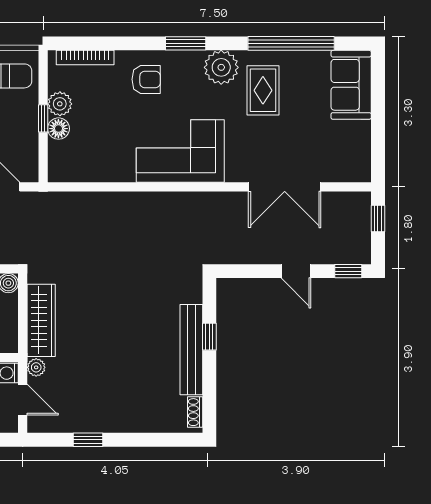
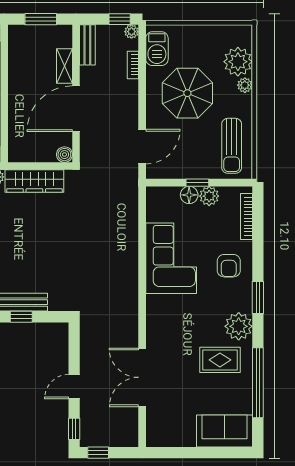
corner sofa: (180, 151) -> (171, 258), moved
window: (378, 218) -> (98, 453), moved

